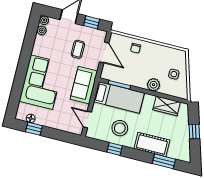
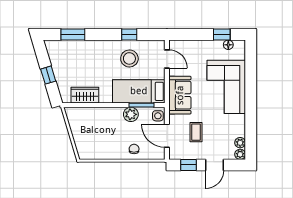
side table: (174, 74) -> (158, 116), moved
plant: (154, 85) -> (131, 114), moved
cot: (152, 144) -> (90, 50), removed

